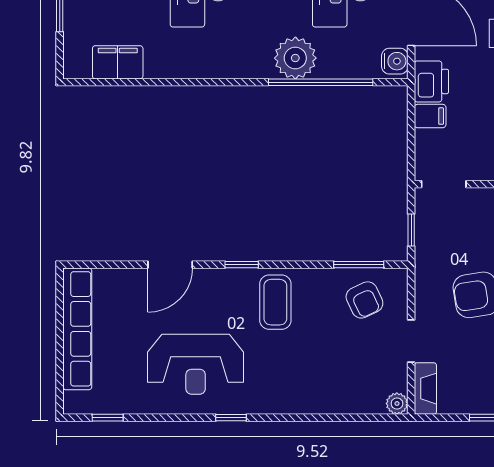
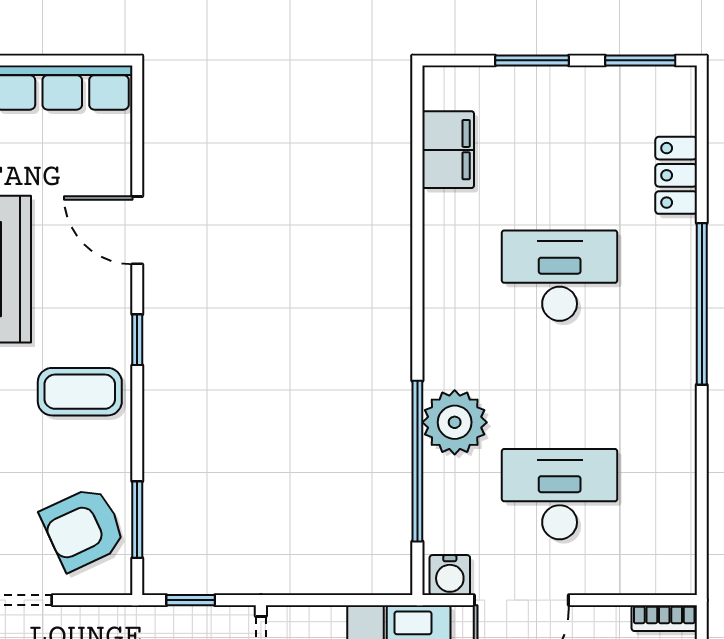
armchair: (364, 300) -> (83, 528), width x1.38, depth x1.38

